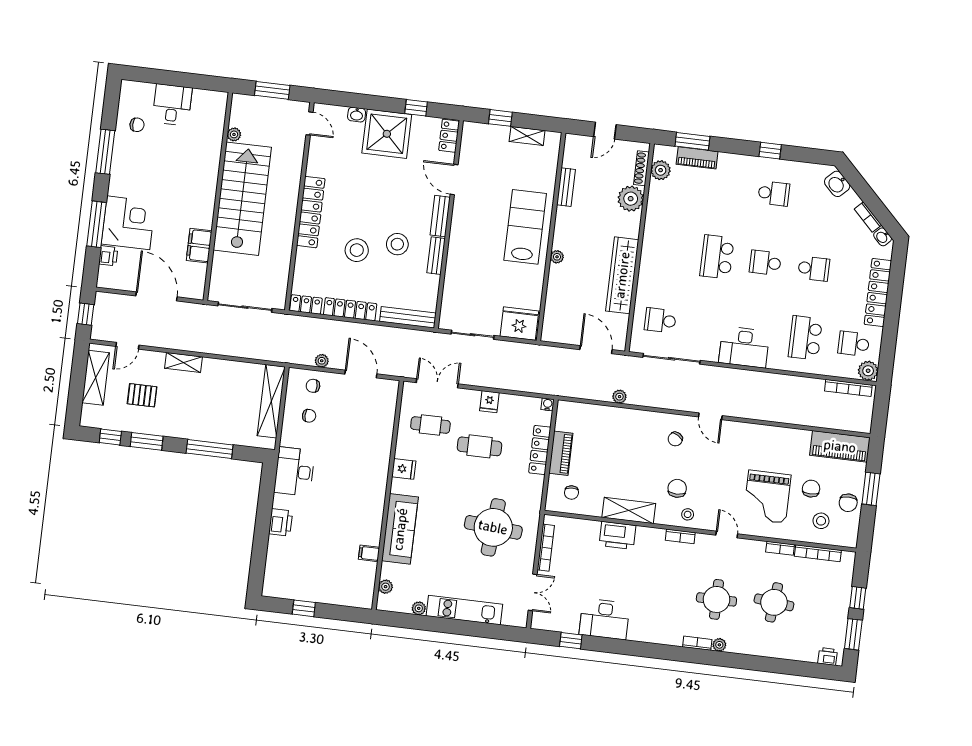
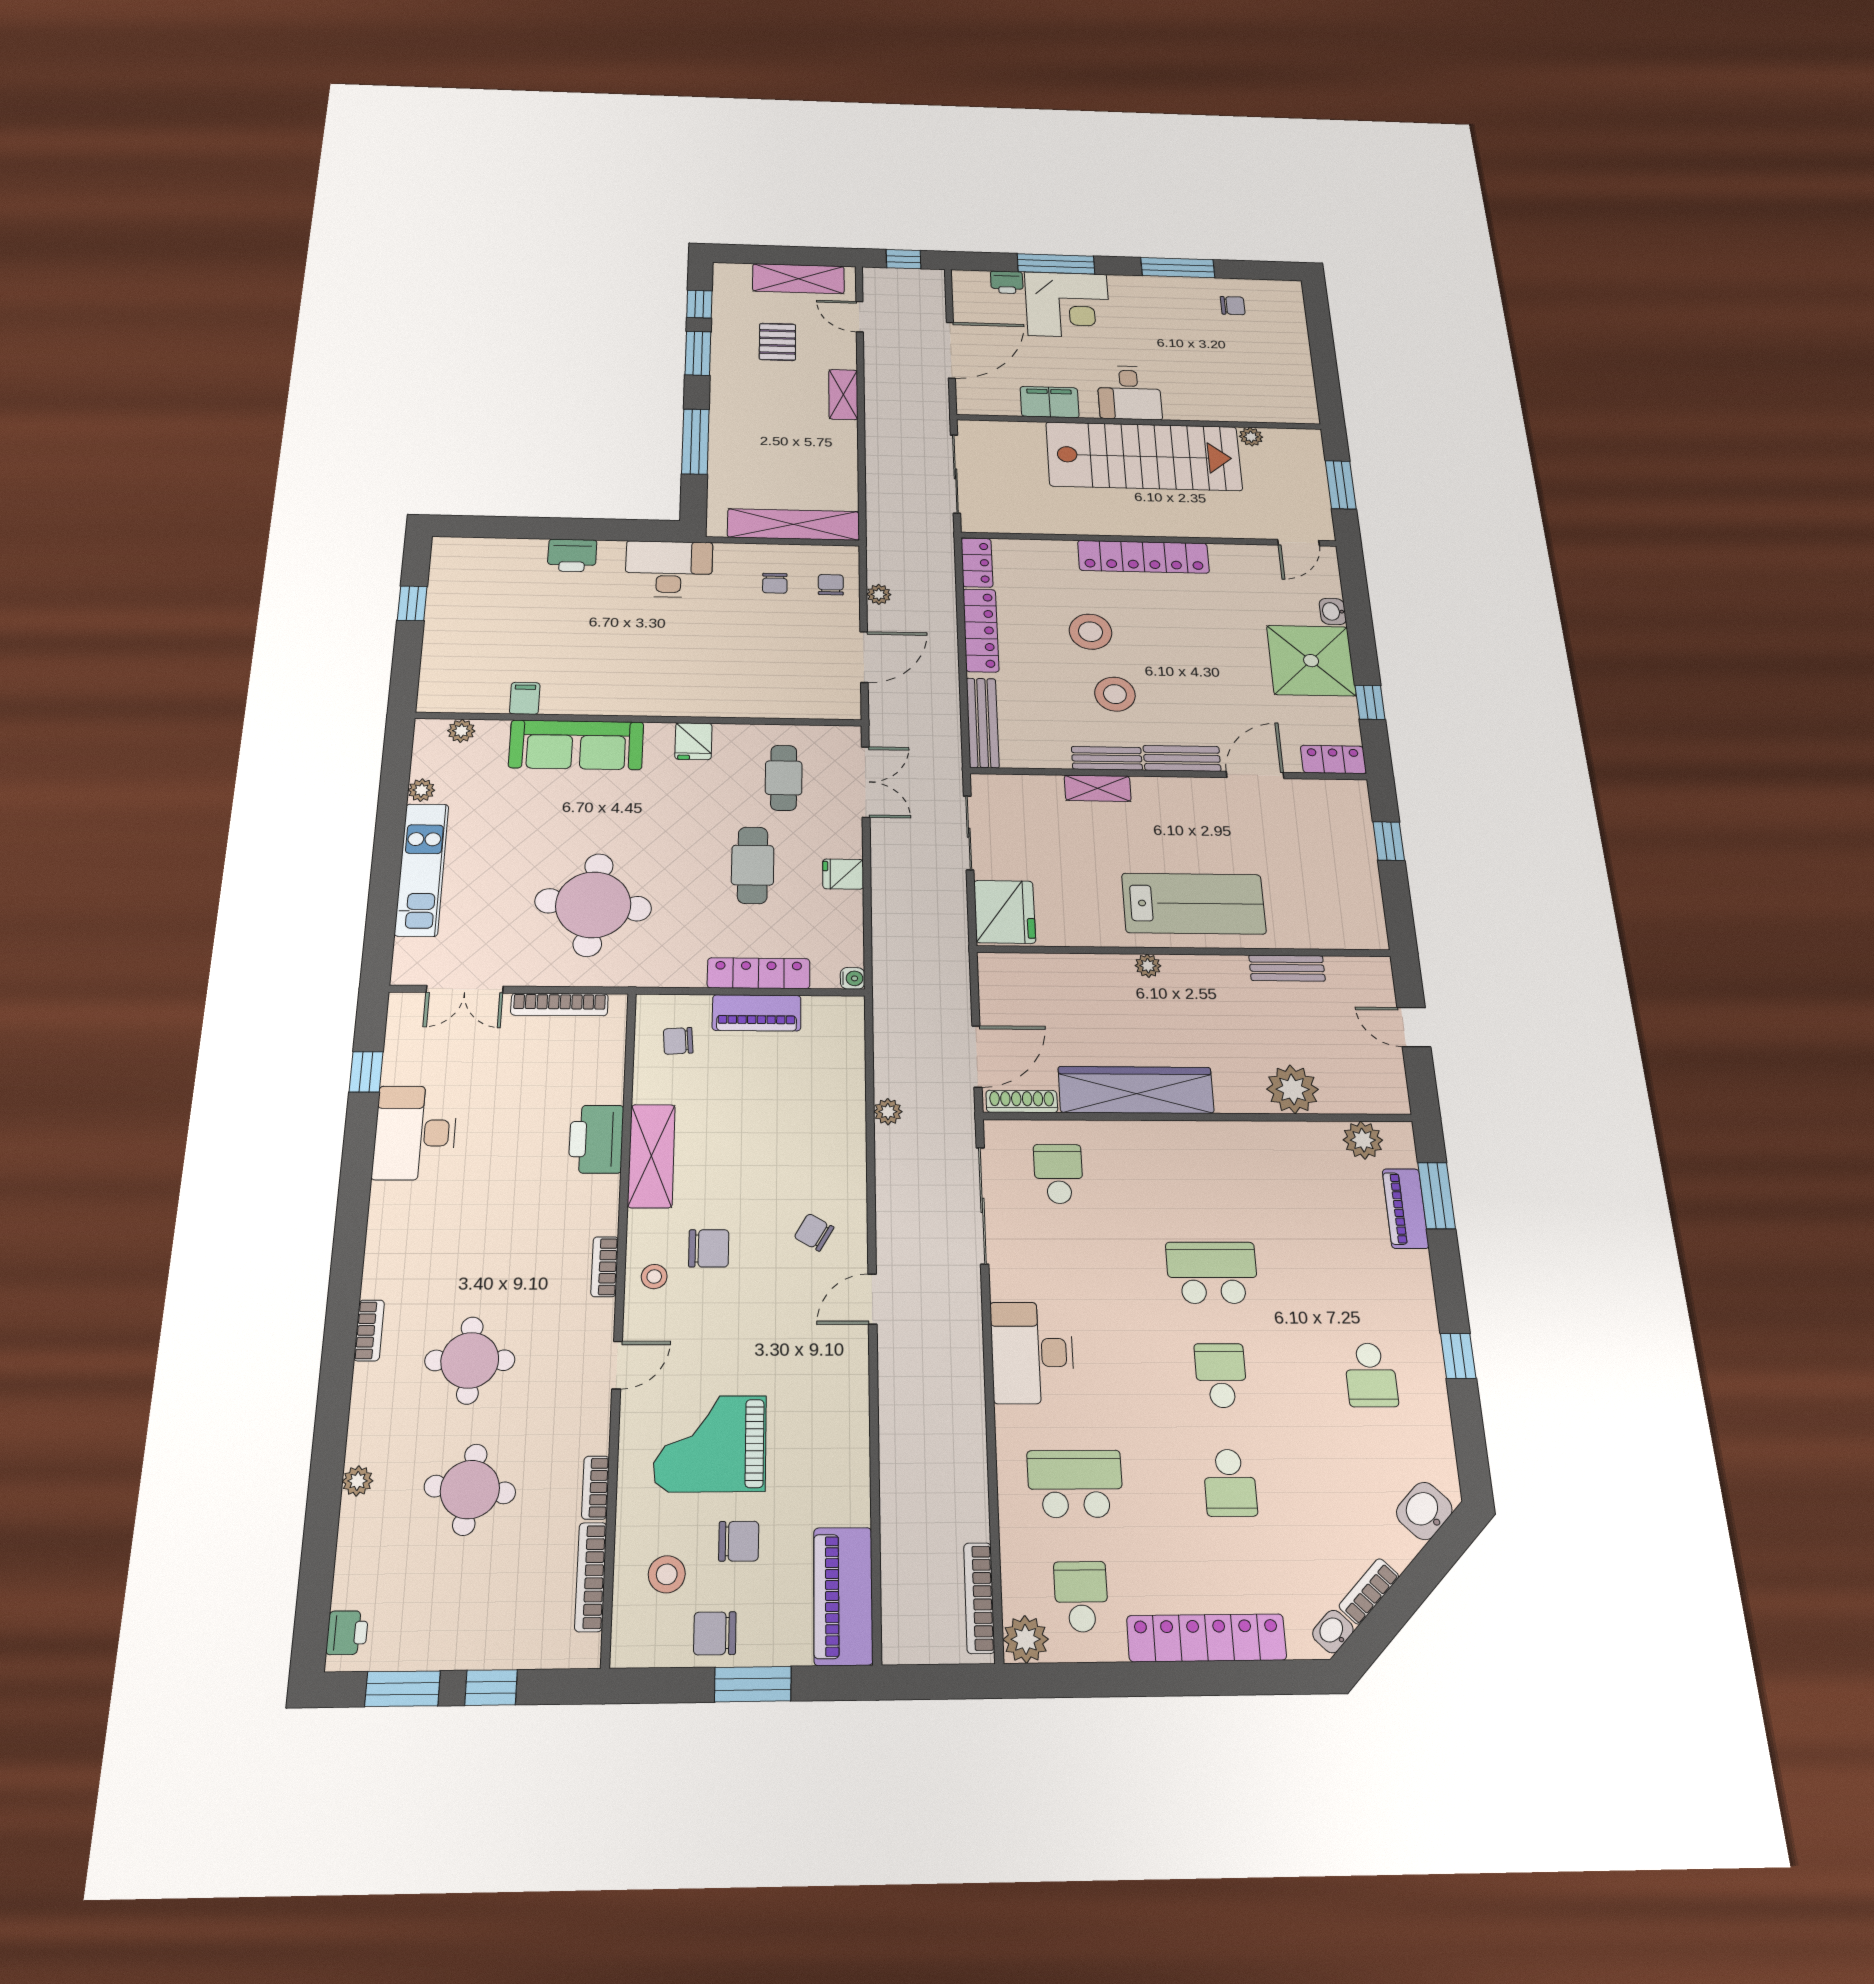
desk: (172, 105) -> (1129, 393), moved, turned 90
chair: (137, 125) -> (1233, 306), turned -90
shelving: (527, 136) -> (1098, 788), moved, turned 90
shoe rack: (641, 168) -> (1022, 1101), moved
plant: (719, 645) -> (358, 1481), moved

